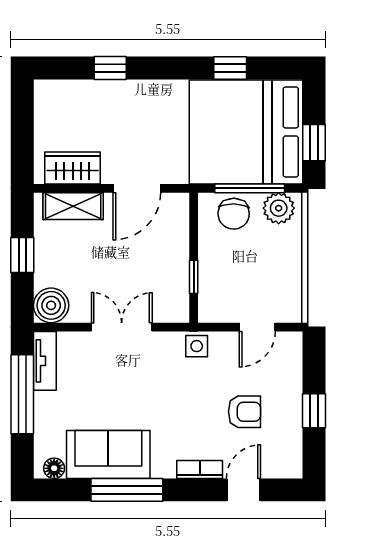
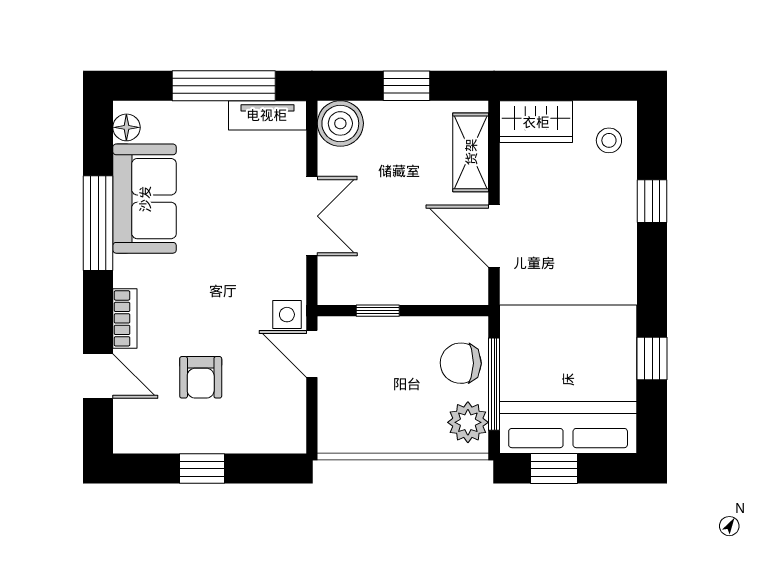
stool: (64, 101) -> (609, 140), added
wardrobe: (73, 168) -> (536, 122), moved, turned 90
door: (257, 327) -> (312, 354), moved

